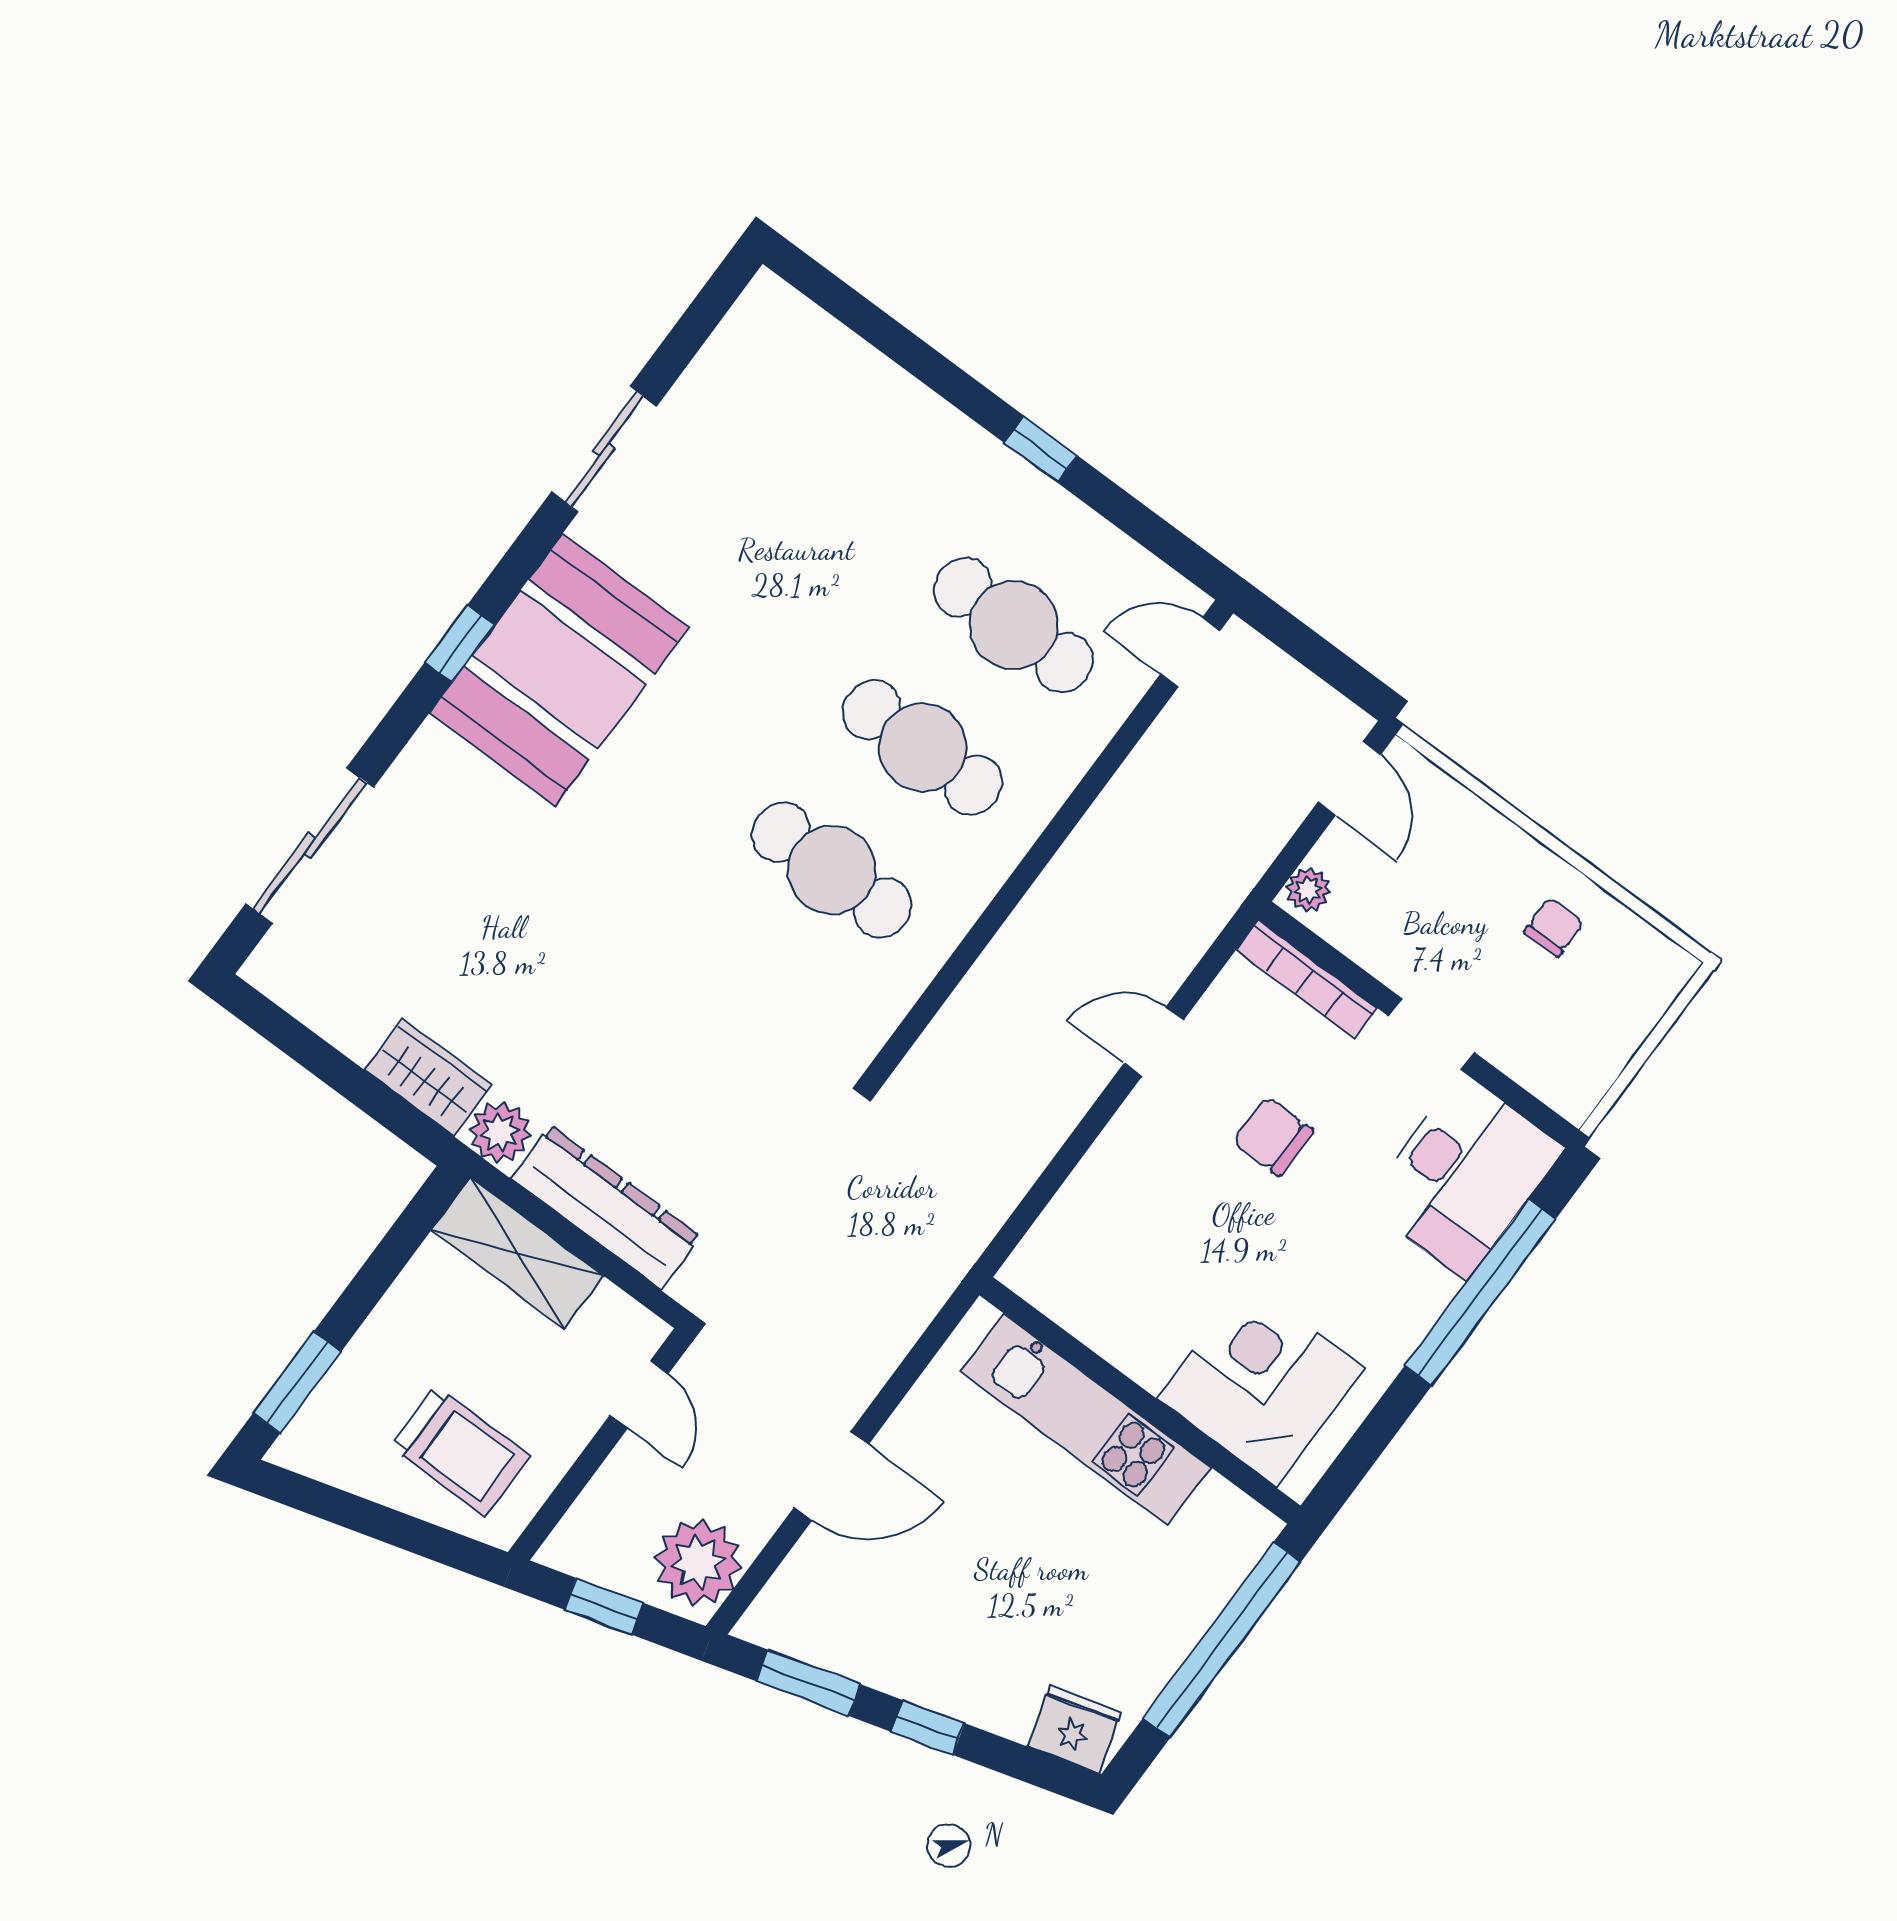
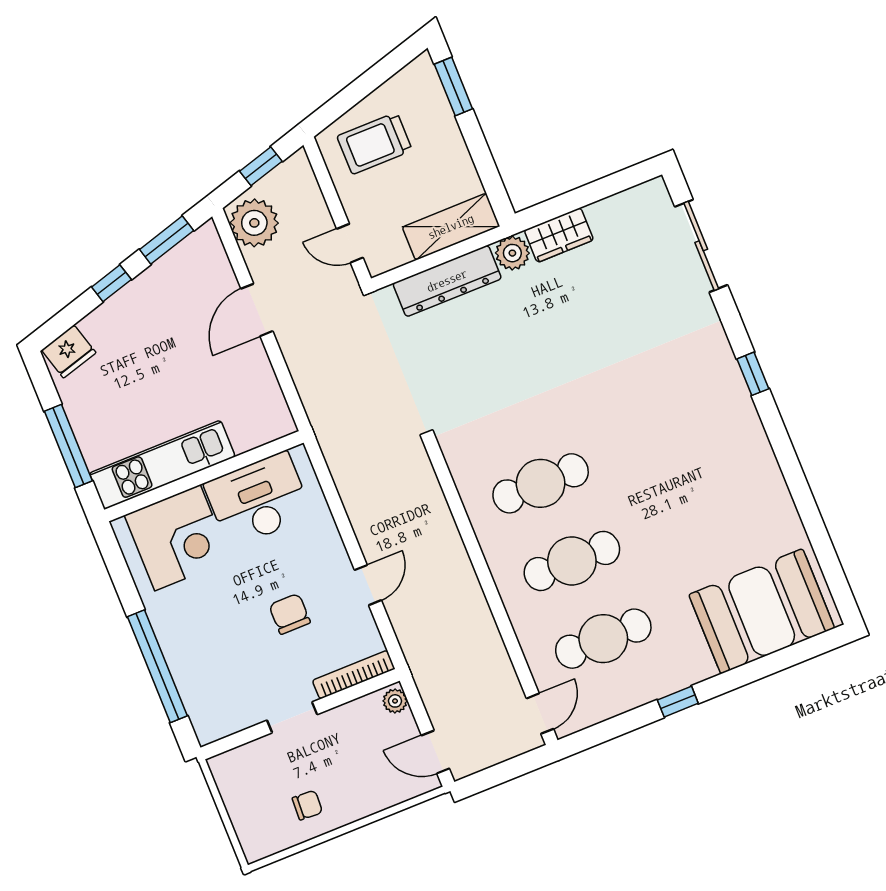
sliding door: (604, 449) -> (803, 497), removed
booth: (559, 670) -> (762, 611), moved, turned 90
chair: (1554, 927) -> (307, 805), turned -87
chair: (1273, 1136) -> (290, 614), turned -90
desk: (1464, 1176) -> (258, 500), moved, turned 90
kitchen unit: (1086, 1419) -> (162, 465), moved
window: (1222, 1640) -> (68, 446), width x0.68

